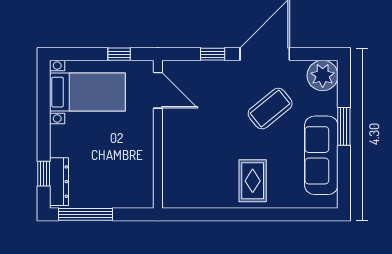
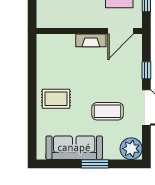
coffee table: (270, 109) -> (108, 111), turned -51
fireplace: (171, 132) -> (91, 40), added

